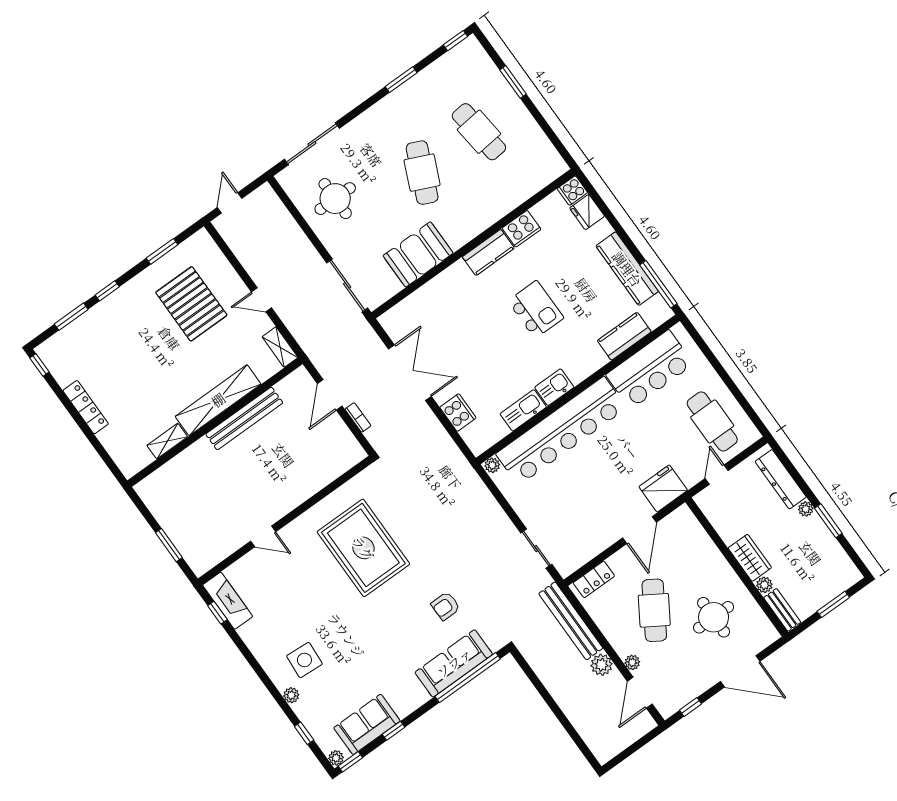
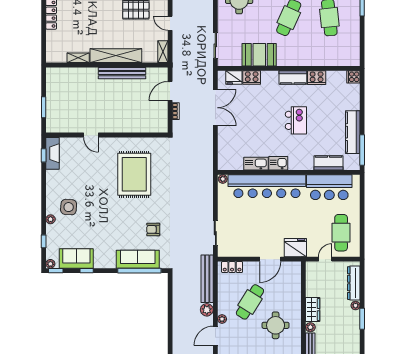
fridge: (587, 212) -> (234, 78), moved, turned -90
sliding door: (347, 285) -> (215, 45), width x0.73
cooker: (458, 413) -> (252, 77), moved, turned 90

